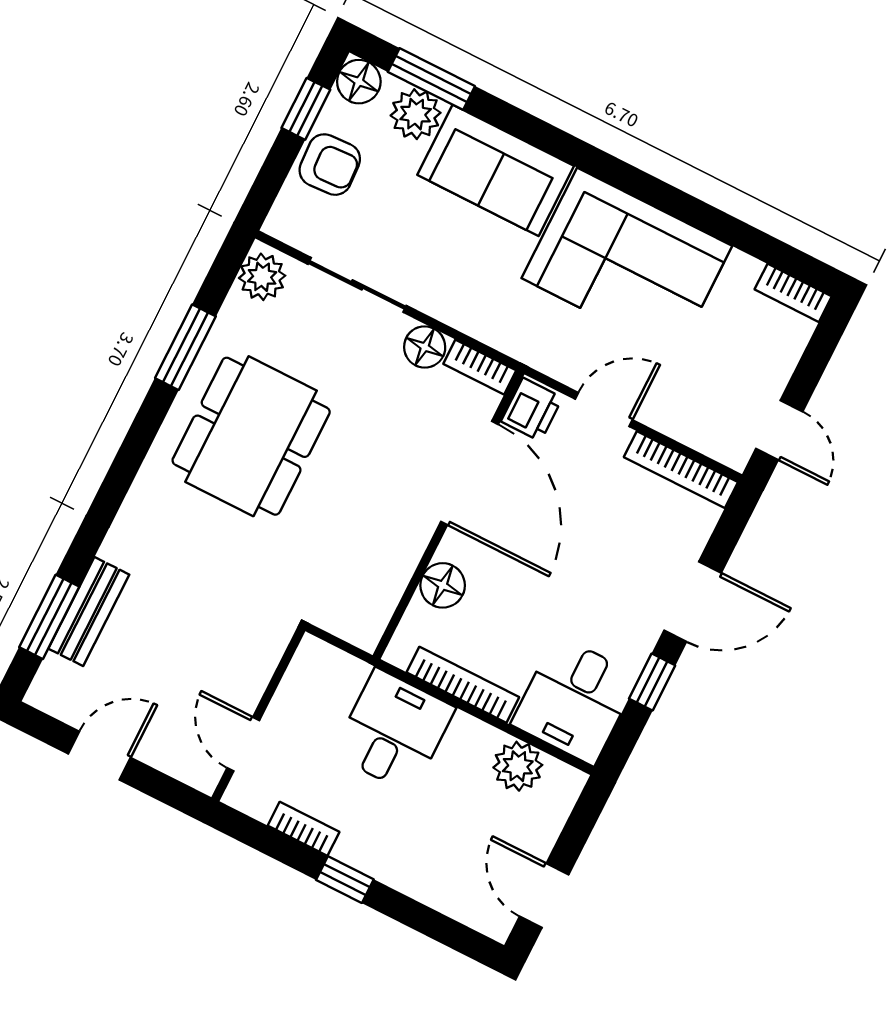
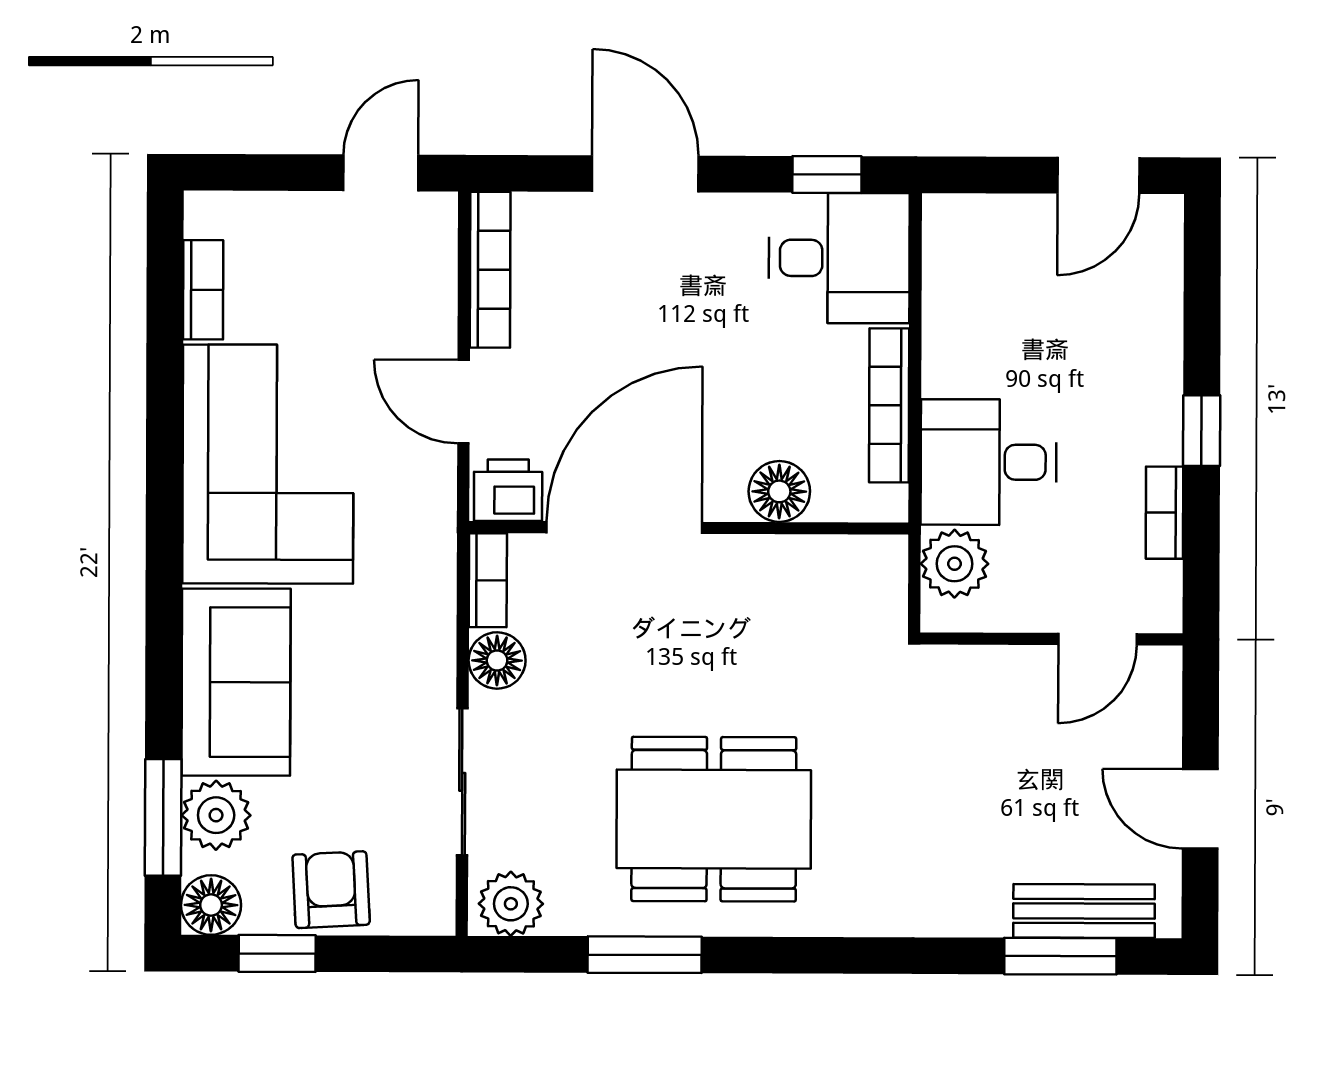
bookcase: (793, 293) -> (203, 290), moved
bench: (89, 612) -> (1084, 911), moved
window: (652, 682) -> (827, 174), moved
plant: (518, 766) -> (955, 564), moved

